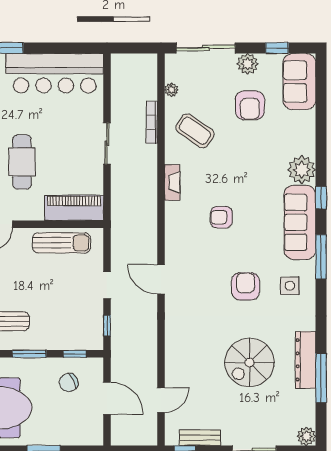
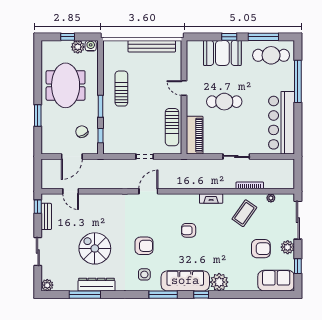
armchair: (250, 105) -> (261, 249), turned 180
armchair: (221, 217) -> (189, 230), turned -90
window: (107, 326) -> (119, 156), removed

